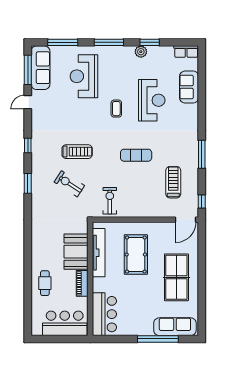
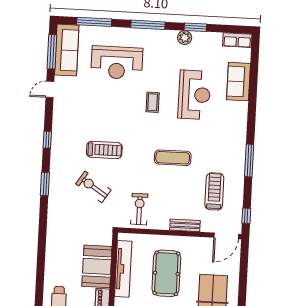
reception desk: (84, 76) -> (117, 63), turned -90
bench: (150, 213) -> (185, 225), added

